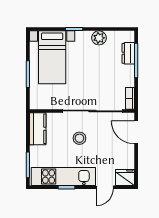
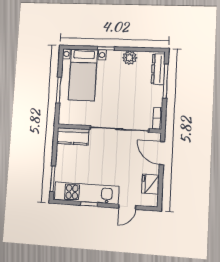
dresser: (128, 53) -> (158, 69), width x1.44
kitchen counter: (38, 129) -> (73, 136), moved, turned 90
stool: (79, 138) -> (105, 156), removed
fridge: (125, 177) -> (150, 184), moved, turned -90

